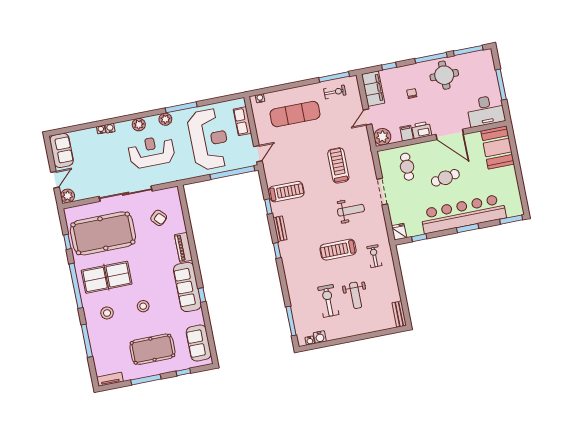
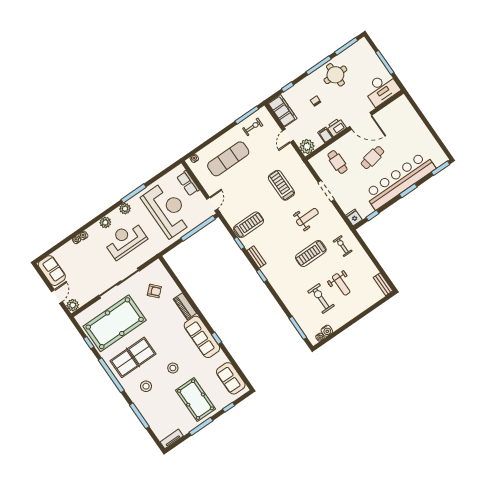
booth: (498, 147) -> (404, 115), removed
pool table: (152, 349) -> (196, 400), turned 90

